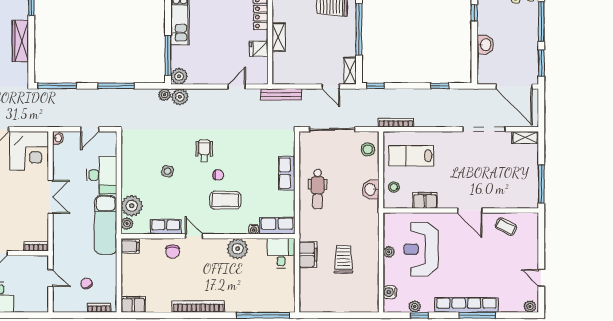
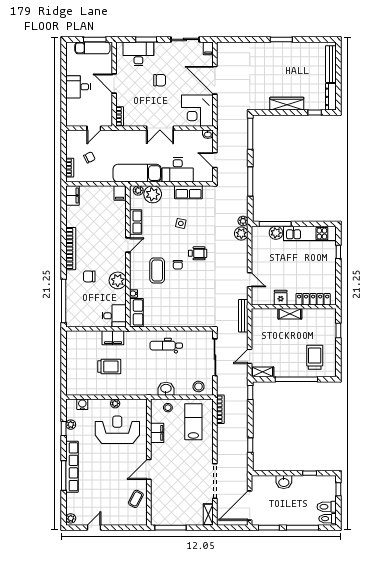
plant: (179, 76) -> (276, 233), moved
row of seats: (287, 173) -> (188, 192), moved, turned 180
chair: (173, 252) -> (89, 276), moved

